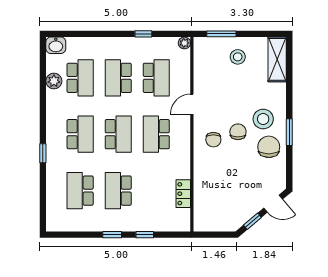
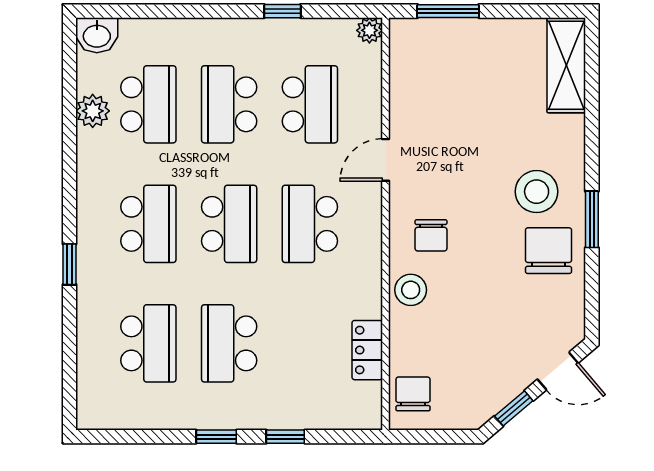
stool: (238, 57) -> (411, 290), moved
chair: (238, 132) -> (413, 394), moved
school desk: (80, 191) -> (148, 343), turned 180

